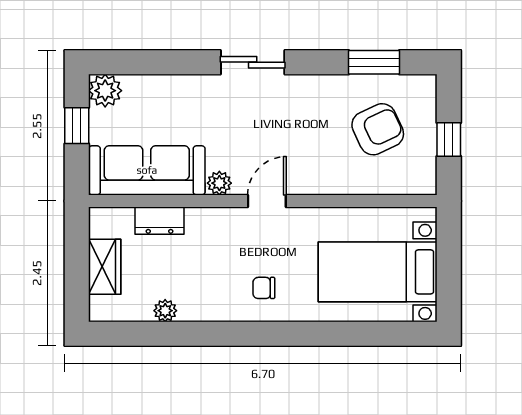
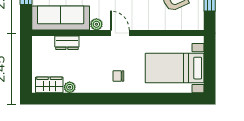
door: (267, 201) -> (120, 33), hinge flipped
wardrobe: (105, 267) -> (49, 85), moved, turned -90

